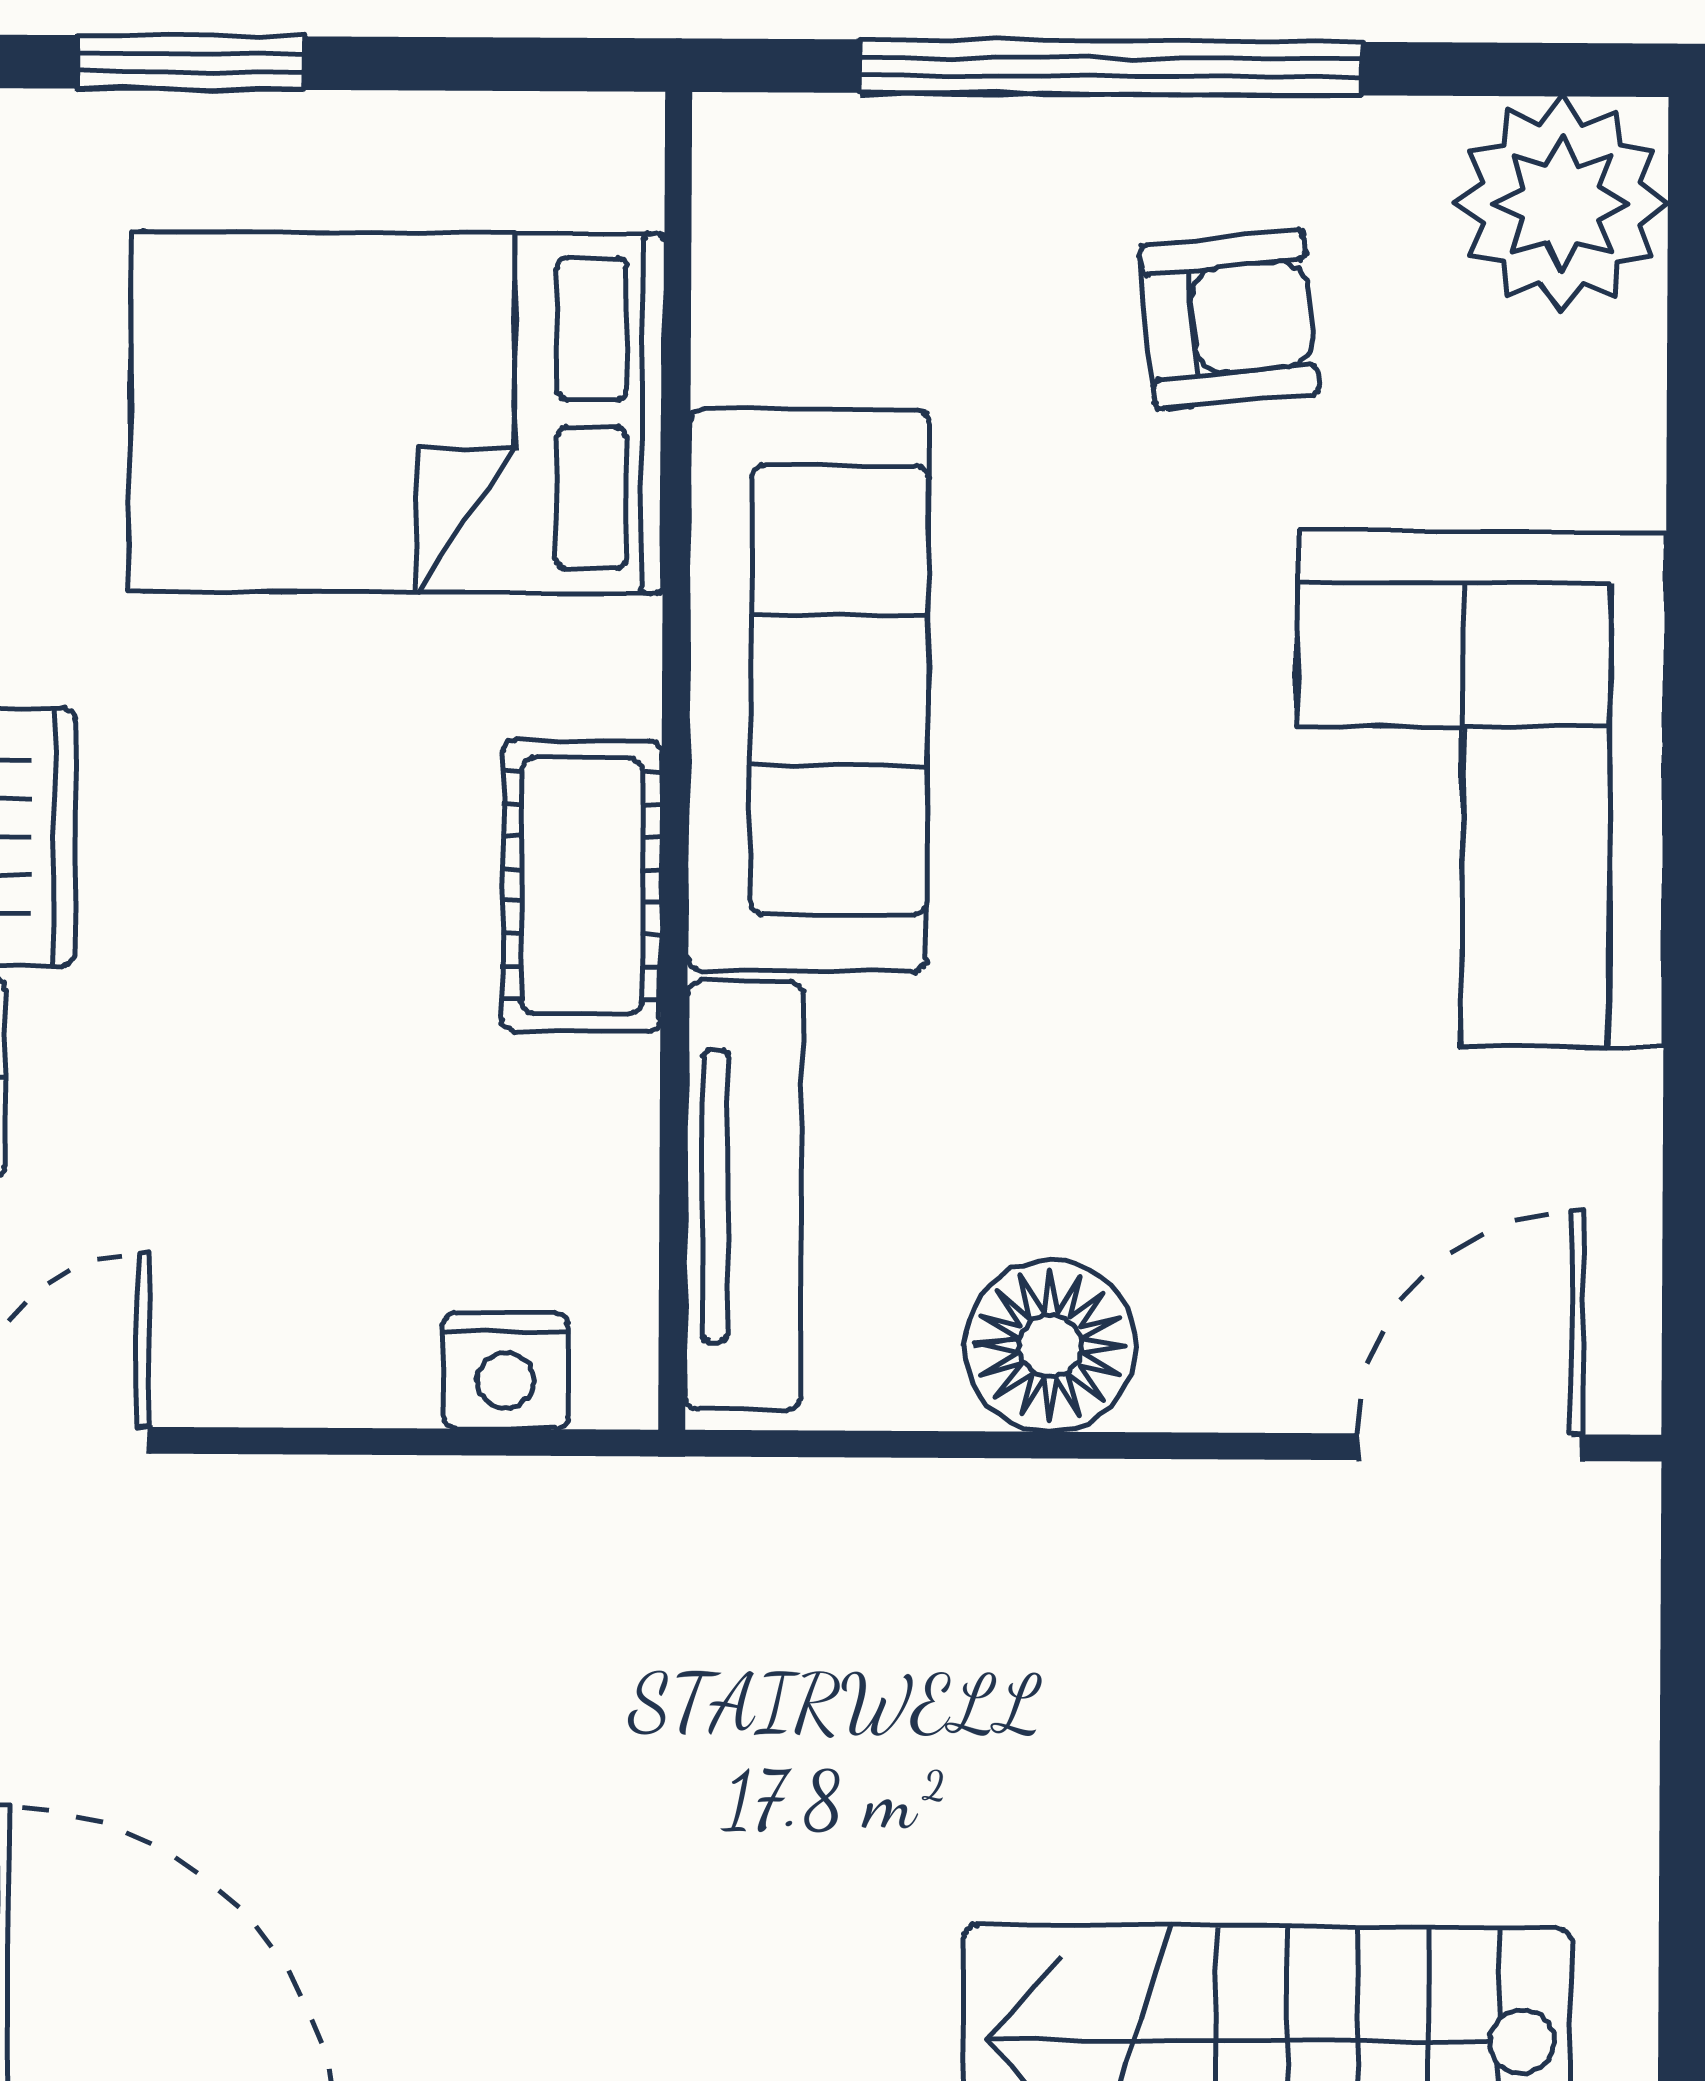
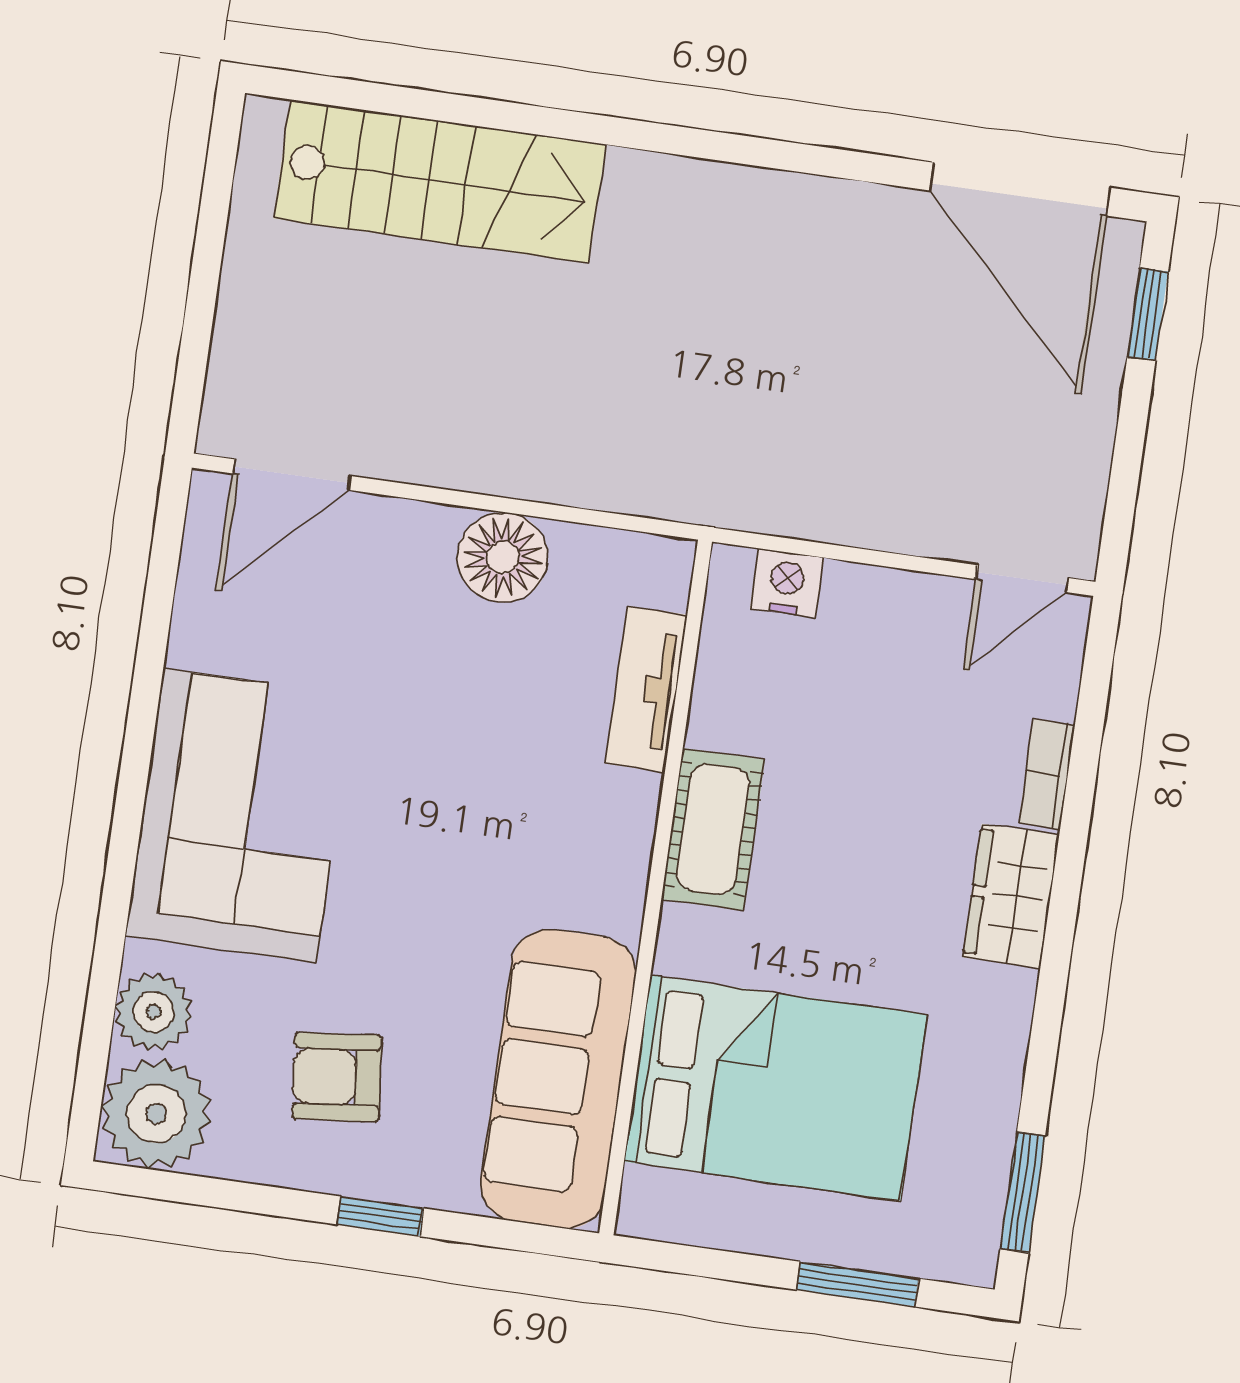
window: (1111, 67) -> (380, 1216), width x0.32
plant: (1593, 395) -> (154, 1012), added
sofa: (808, 690) -> (558, 1079), moved
tv unit: (744, 1196) -> (646, 689), width x0.71

